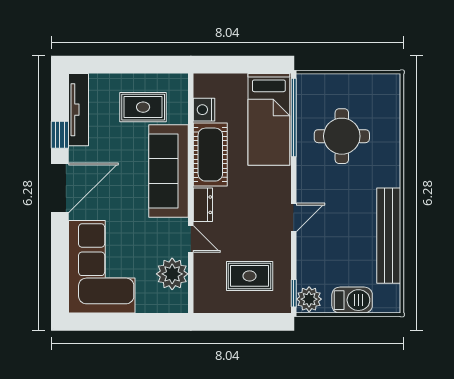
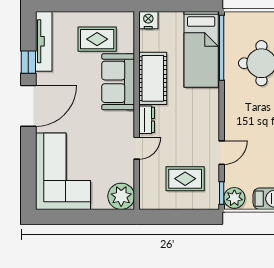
nightstand: (204, 110) -> (148, 20), moved, turned 90
sofa: (169, 171) -> (118, 82), width x0.73
door: (294, 217) -> (222, 153), moved
door: (191, 239) -> (137, 148), hinge flipped
plant: (172, 274) -> (121, 196), moved

